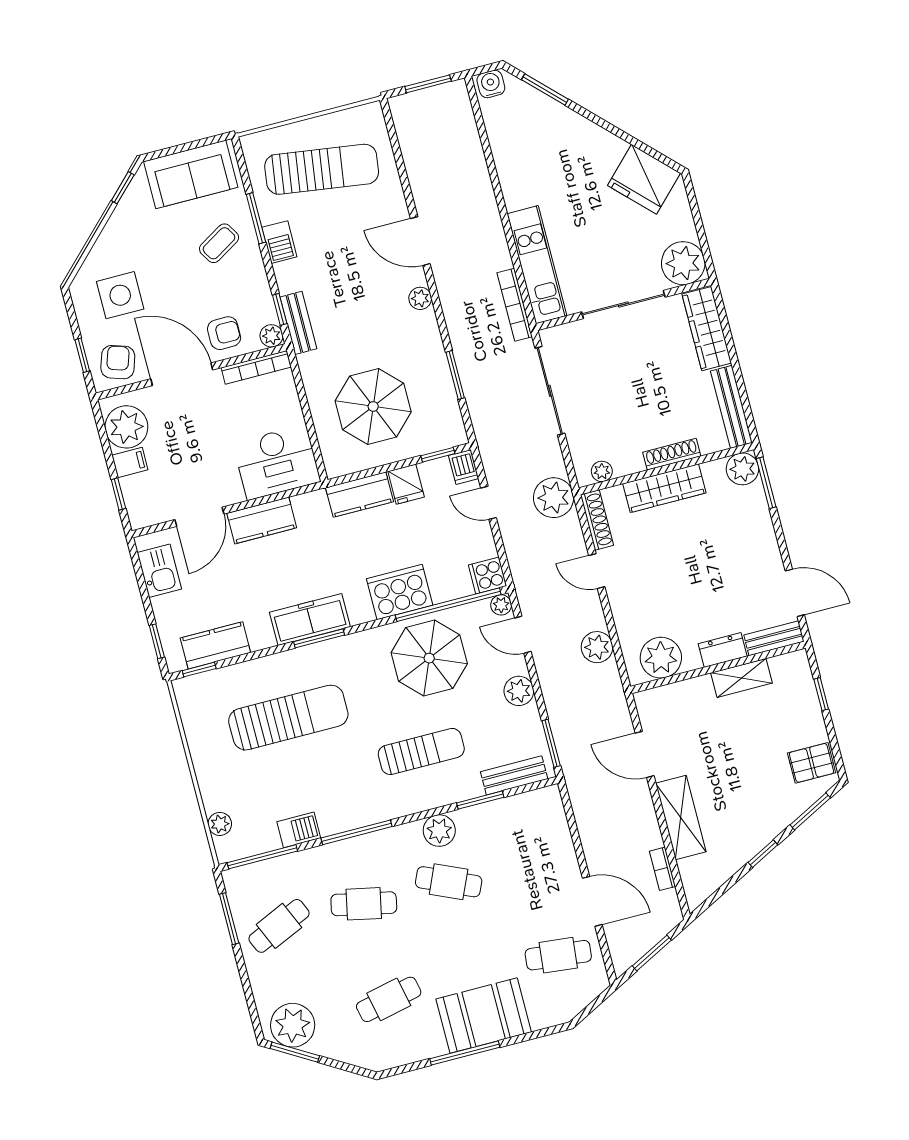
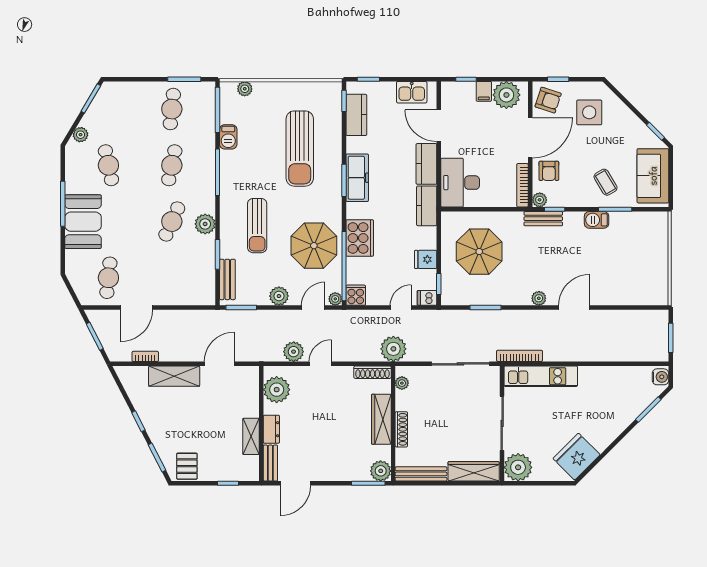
sun lounger: (322, 169) -> (635, 258), removed
kitchen counter: (359, 495) -> (427, 206), moved
door: (597, 571) -> (320, 364), moved
cafe table: (279, 926) -> (172, 109), turned 30
plant: (293, 1025) -> (81, 135), moved, width x0.53, depth x0.53

